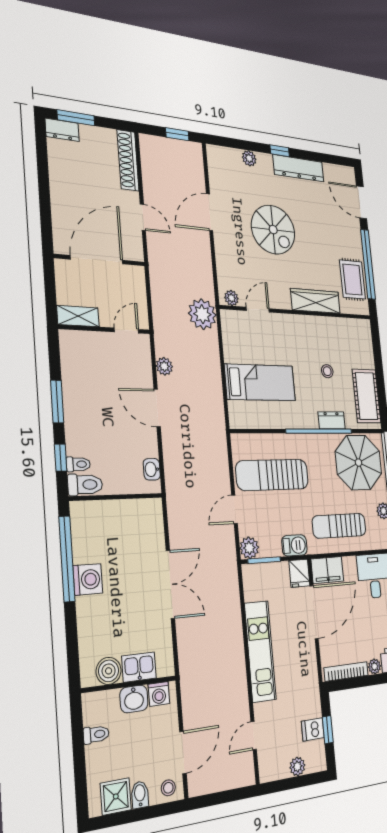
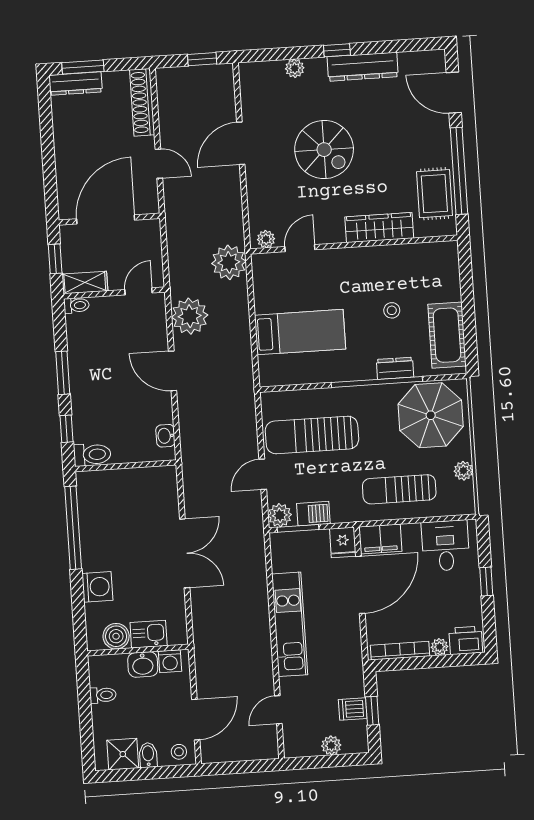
dresser: (62, 130) -> (76, 84), width x1.44
window: (50, 290) -> (55, 259), added
plant: (164, 366) -> (190, 316), width x1.87, depth x1.87
toilet: (78, 464) -> (76, 305), moved
barbecue: (294, 545) -> (313, 514), moved
washing machine: (88, 579) -> (97, 587), moved

